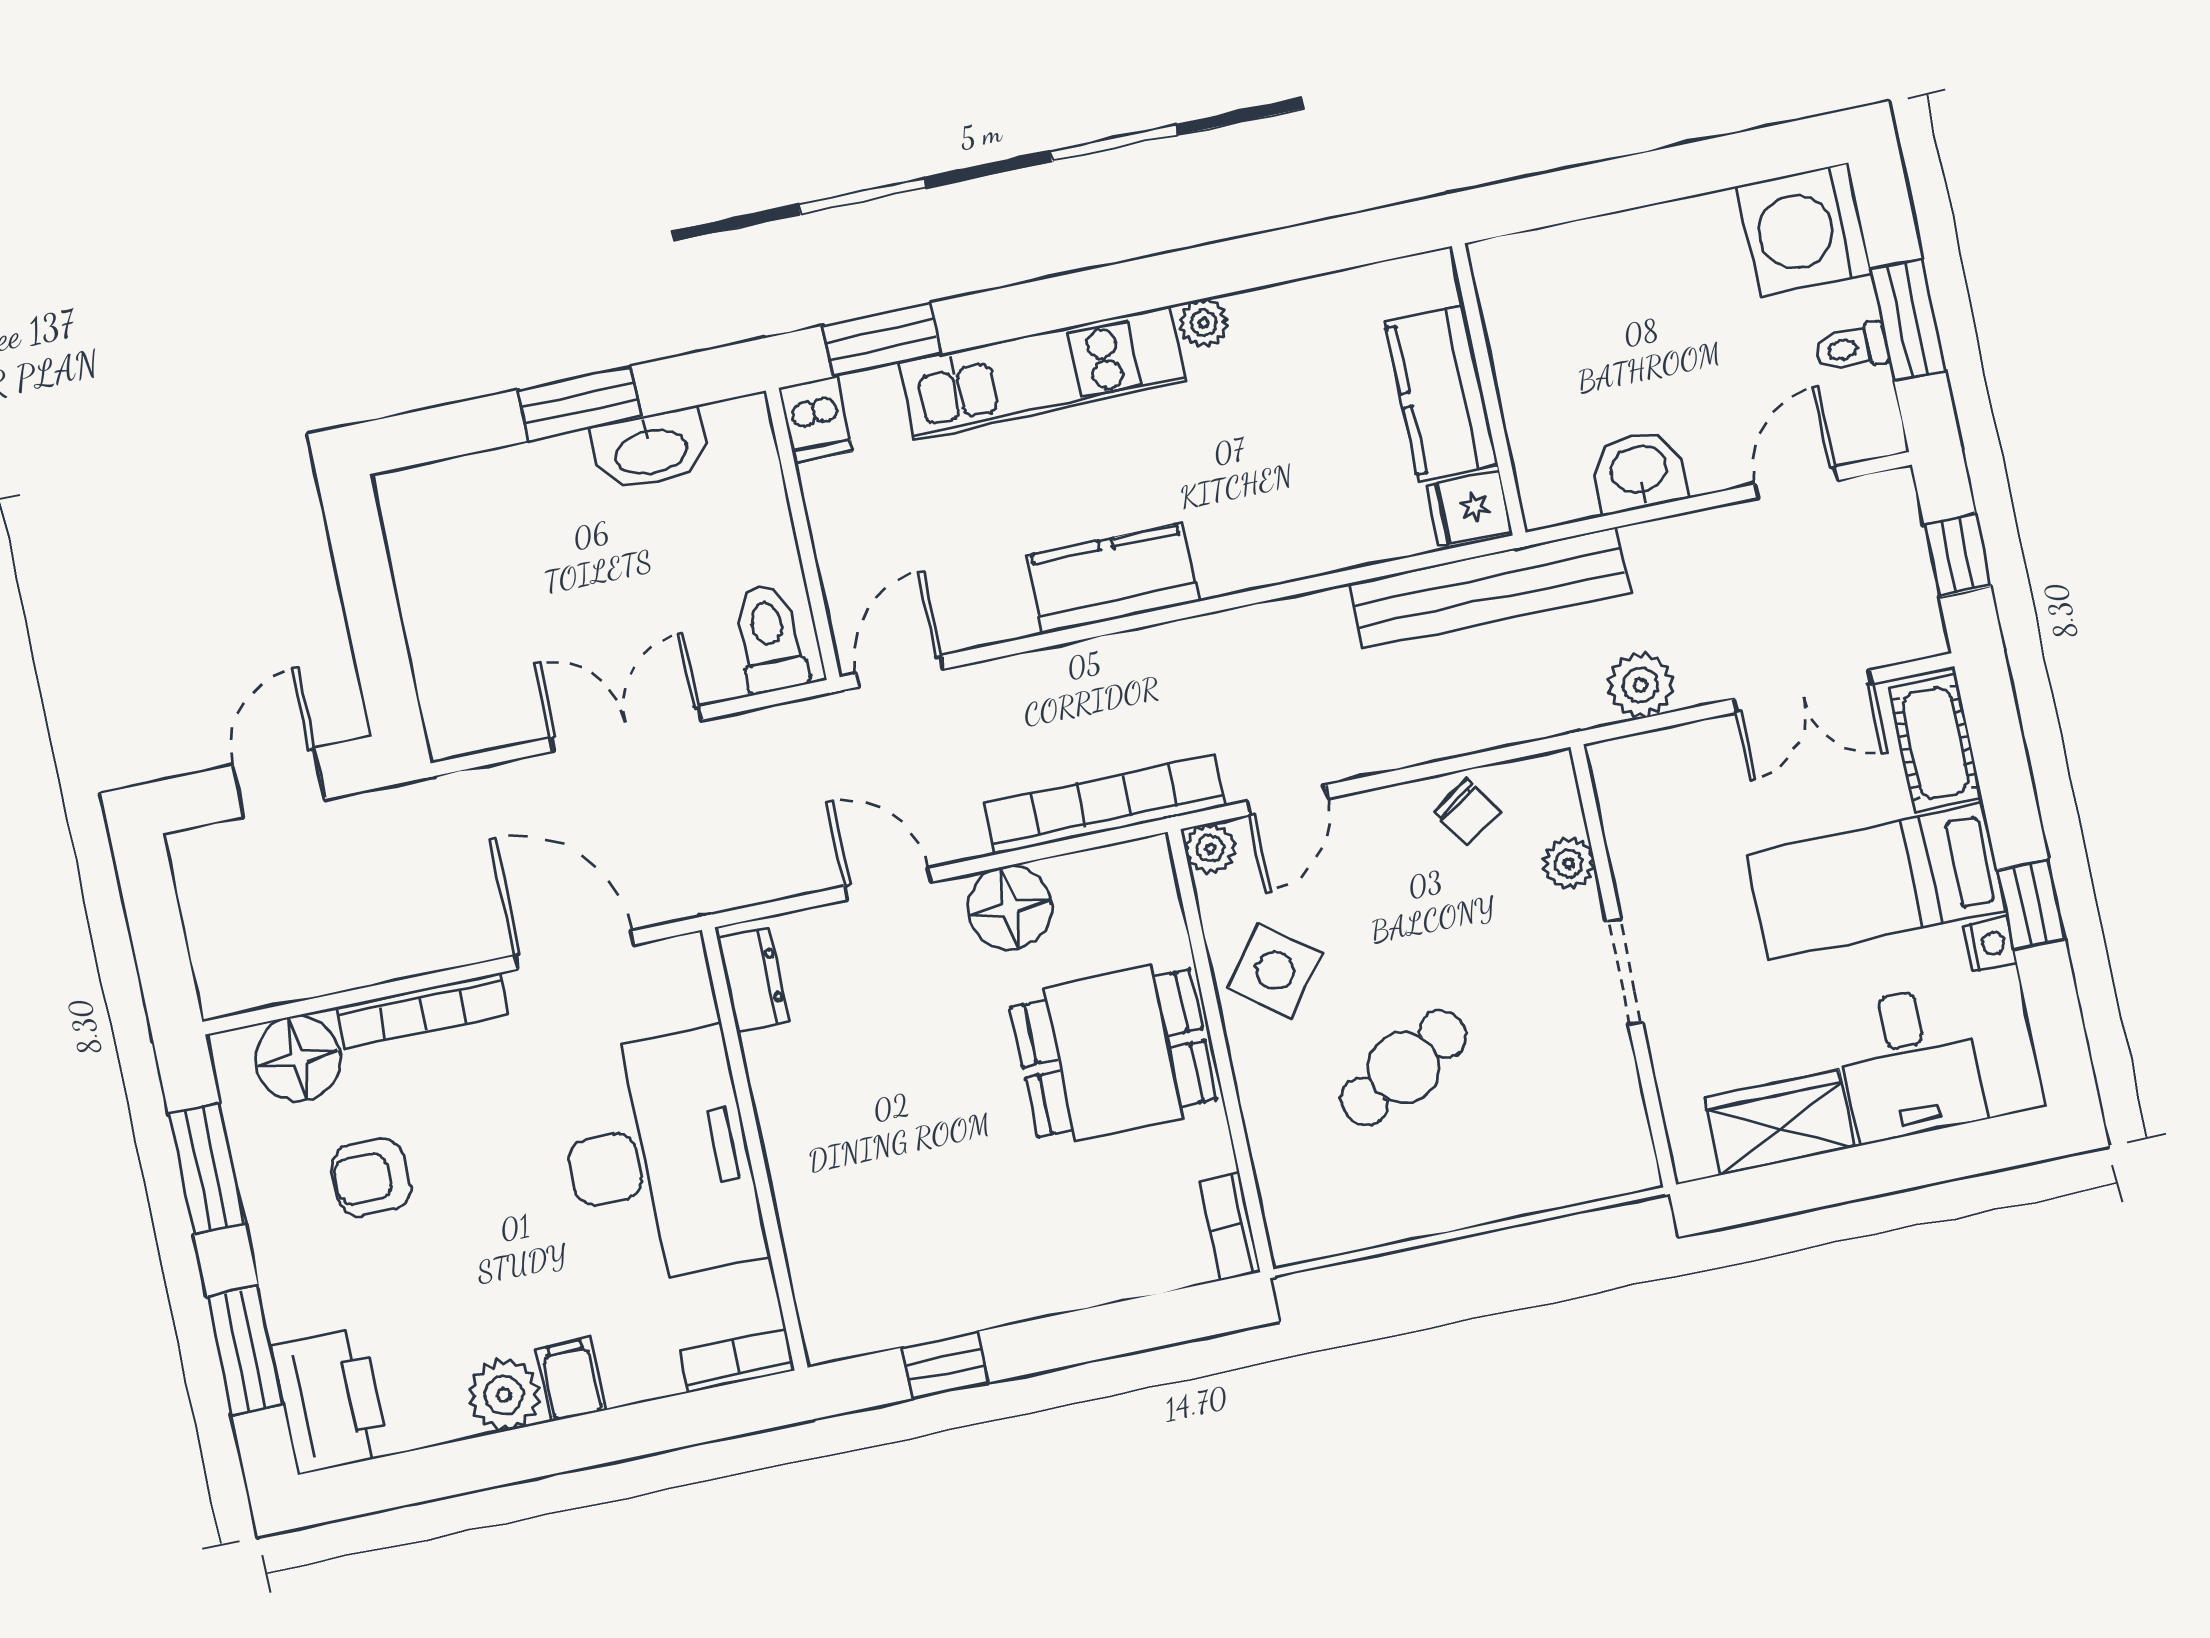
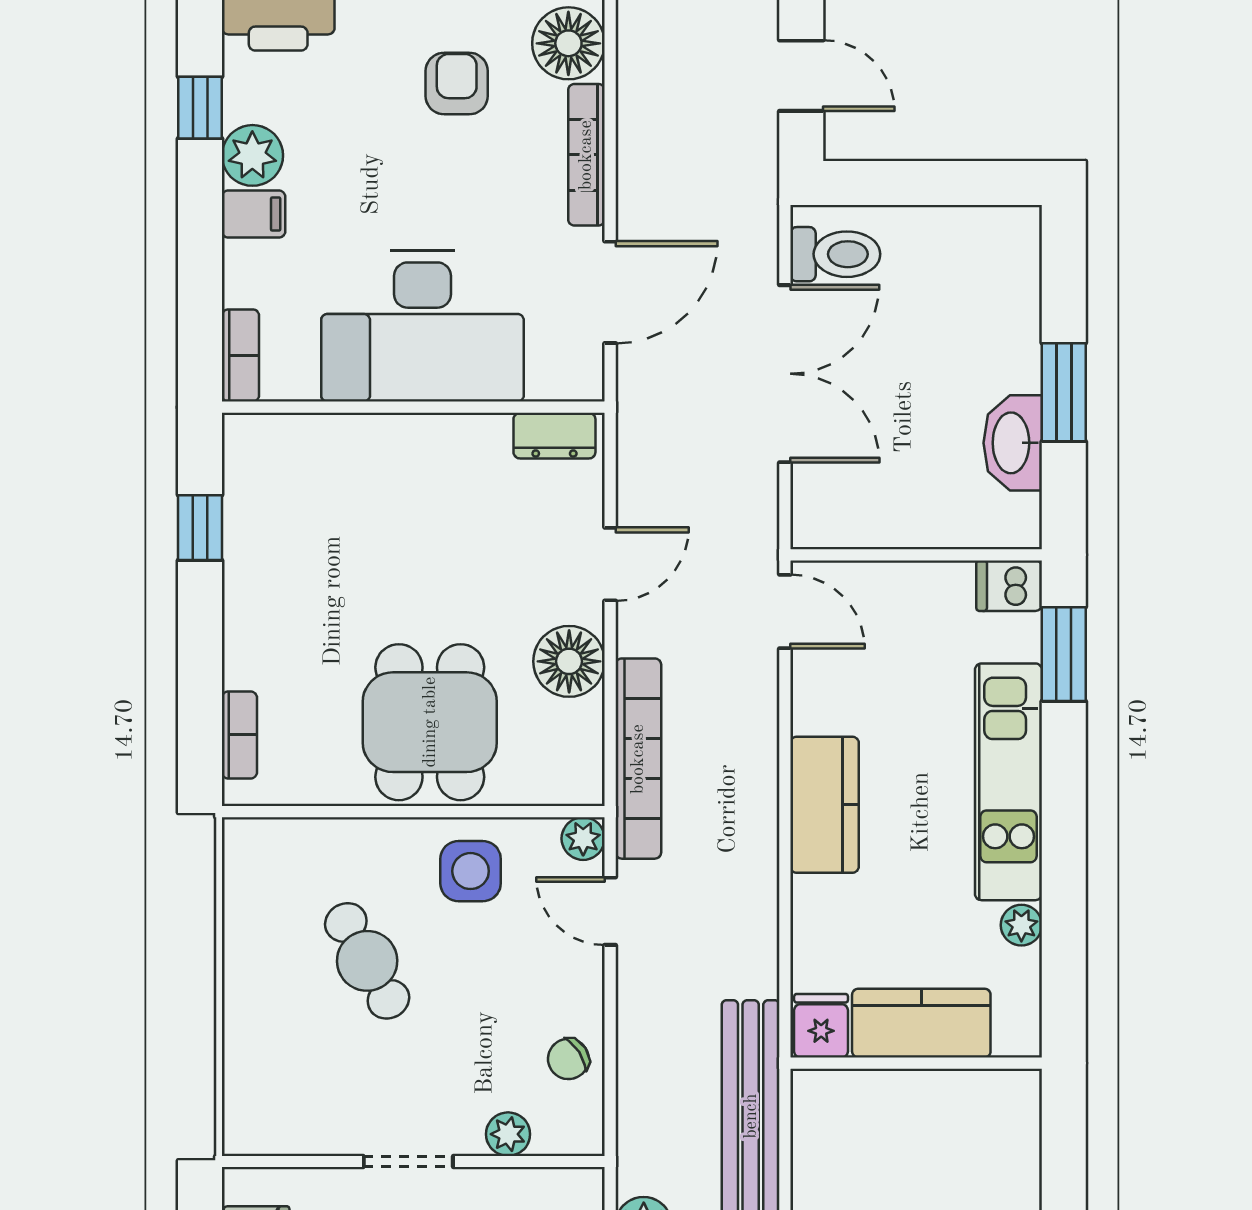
wall: (1489, 389) -> (916, 1063), moved
kitchen counter: (1441, 393) -> (921, 1023), moved
fridge: (1469, 508) -> (821, 1026), moved
toilet: (770, 638) -> (835, 254), moved
double door: (626, 729) -> (785, 374), width x1.37
side table: (1275, 970) -> (471, 871), turned -38
bookcase: (1230, 1226) -> (239, 735), moved, turned 90
window: (462, 1467) -> (200, 108), added

